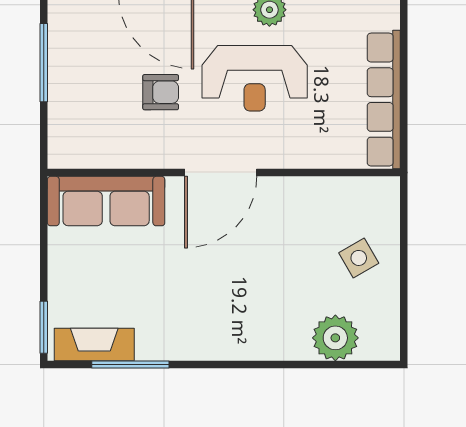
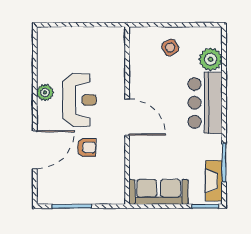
armchair: (161, 92) -> (87, 147), turned 90
row of seats: (384, 100) -> (90, 35), removed
sofa: (106, 201) -> (159, 192), moved, turned -90
bar counter: (249, 327) -> (205, 103), added

